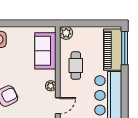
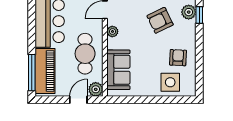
door: (82, 23) -> (78, 100), added
cafe table: (76, 66) -> (85, 54), width x1.37, depth x1.35

